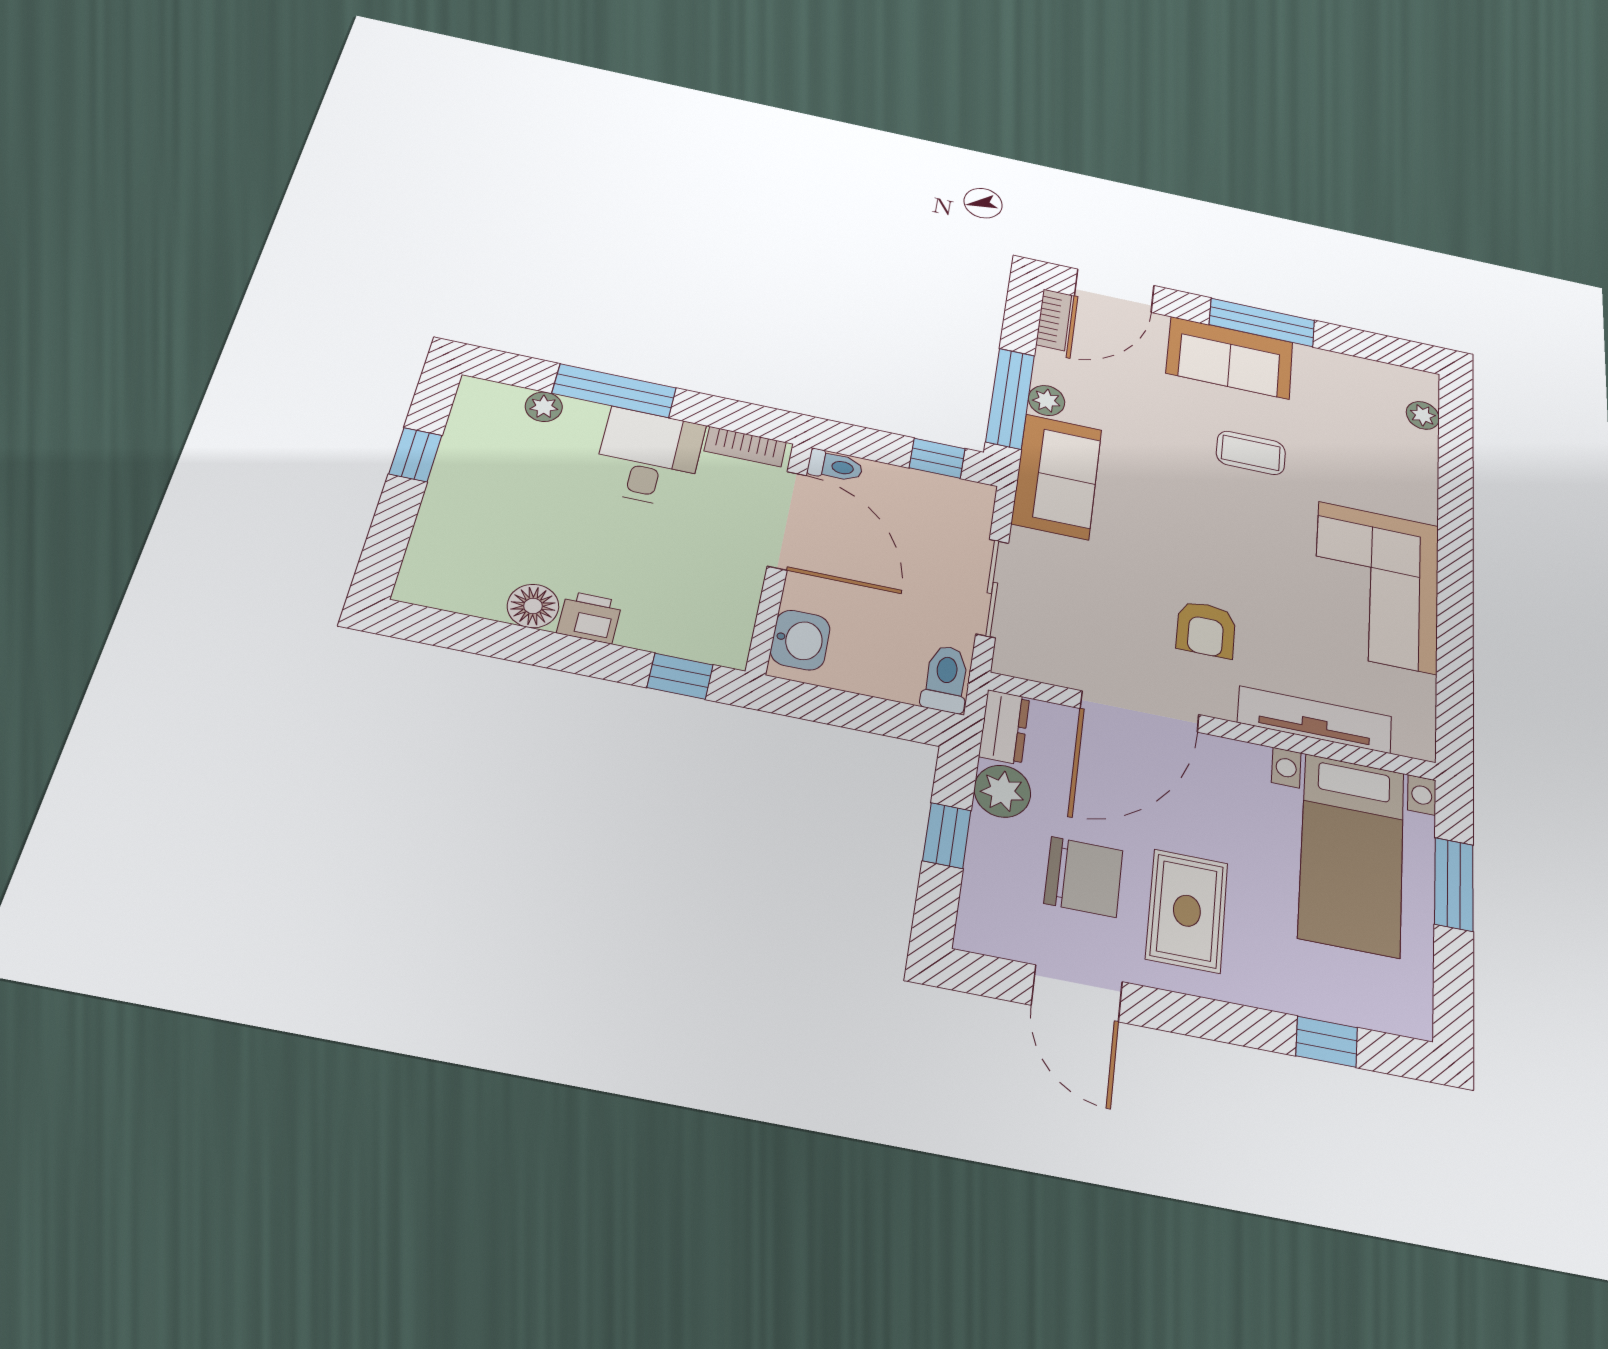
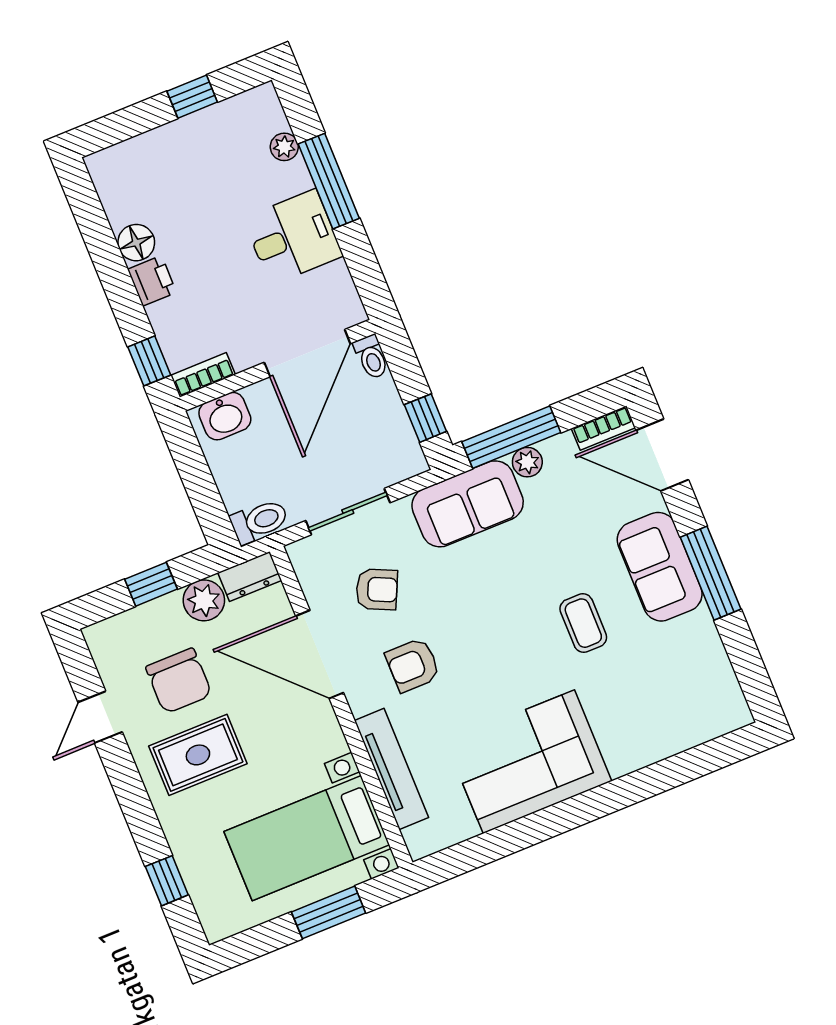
plant: (1423, 415) -> (707, 727), removed
bookcase: (745, 447) -> (203, 375), moved, turned 90
armchair: (1099, 613) -> (377, 589), added
door: (1077, 993) -> (100, 717), width x0.73

